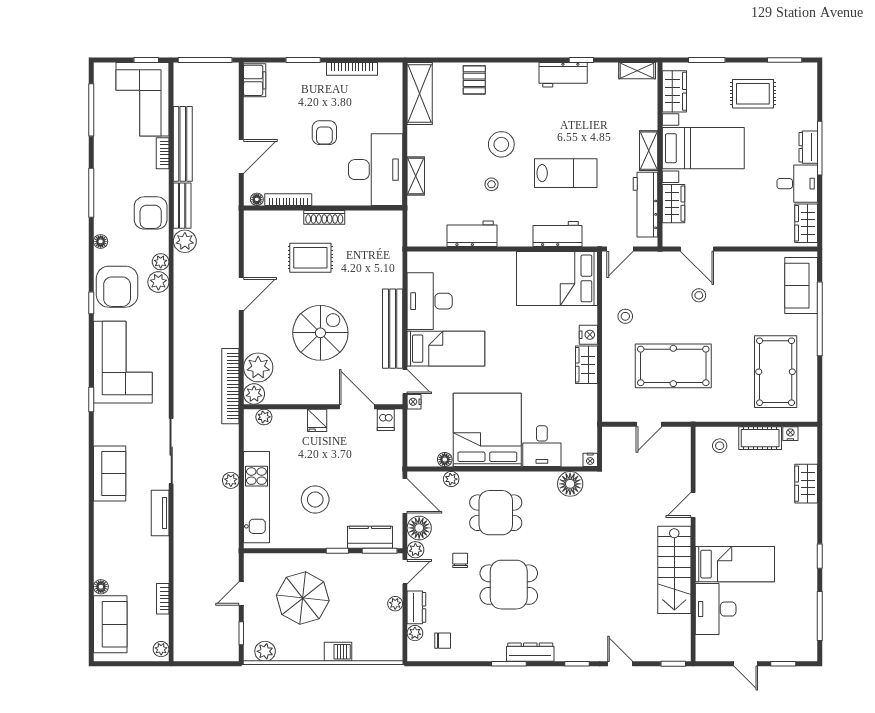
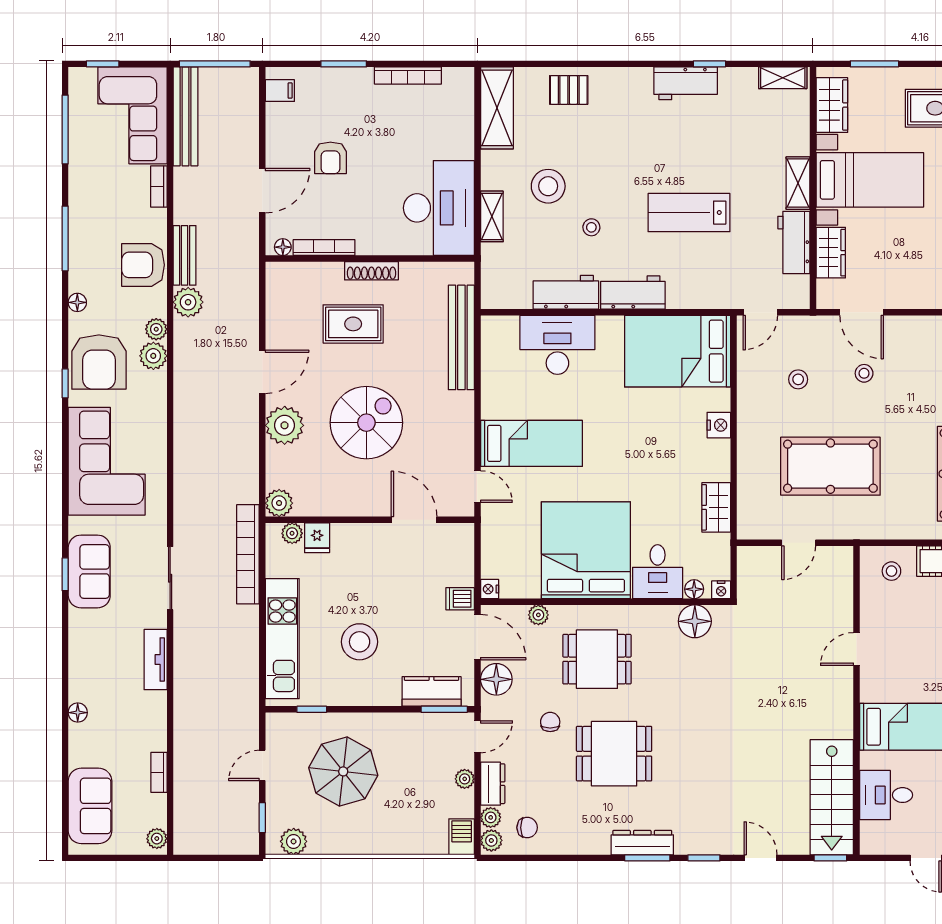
window: (146, 60) -> (103, 64), moved
filing cabinet: (255, 80) -> (280, 91), width x0.50
pallet: (474, 80) -> (569, 90), turned 90
armchair: (324, 133) -> (330, 158), moved
bench: (183, 144) -> (185, 116), moved
stool: (501, 144) -> (548, 186), moved
lab bench: (566, 173) -> (689, 213), turned 180
workbench: (645, 205) -> (794, 242), width x0.73
armchair: (151, 213) -> (143, 265), turned 90
workbench: (558, 234) -> (633, 293), moved
desk: (430, 301) -> (557, 345), moved, turned 90
stool: (625, 316) -> (798, 379), moved
bench: (393, 329) -> (461, 337), moved
wardrobe: (586, 365) -> (716, 507), moved
plant: (258, 367) -> (285, 425), moved
bookcase: (230, 386) -> (248, 554), moved
window: (91, 399) -> (65, 574), moved
nightstand: (414, 402) -> (490, 589), moved
fridge: (317, 420) -> (317, 538), moved
dishwasher: (386, 420) -> (460, 599), moved, turned 90
sliding door: (171, 451) -> (170, 578), width x0.73
floor lamp: (445, 459) -> (694, 589), moved
sofa: (110, 473) -> (89, 571), moved
plant: (231, 480) -> (249, 617), removed
plant: (415, 550) -> (491, 840), moved
window: (337, 551) -> (312, 709), moved
stairs: (674, 570) -> (832, 797), moved
floor lamp: (101, 587) -> (78, 713), moved
desk: (716, 609) -> (886, 795), width x0.73
barbecue: (338, 652) -> (462, 837), moved, turned -90
window: (509, 664) -> (647, 858), moved

